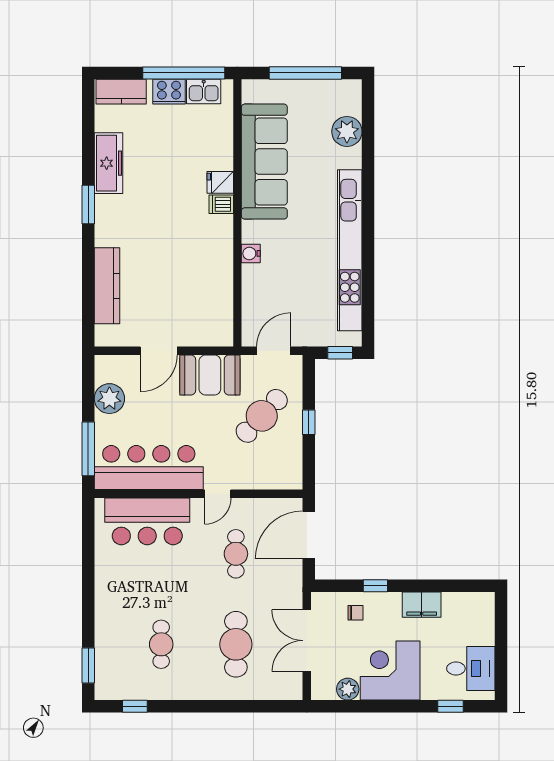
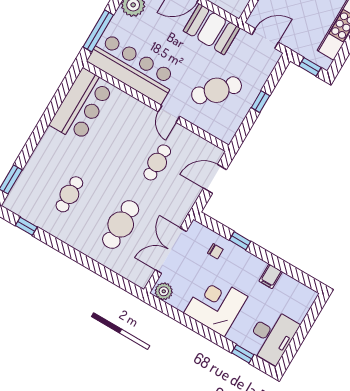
cafe table: (262, 416) -> (217, 90), moved
door: (218, 494) -> (169, 114), hinge flipped
bar counter: (147, 521) -> (82, 105), moved, turned -90
door: (309, 535) -> (215, 179), width x0.73
filing cabinet: (422, 605) -> (271, 276), width x0.50
desk: (471, 669) -> (272, 336), width x1.37
plant: (348, 689) -> (164, 291), moved

